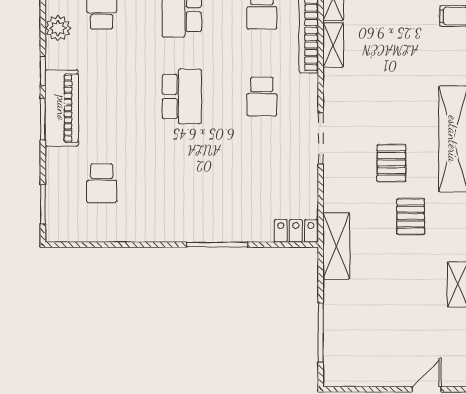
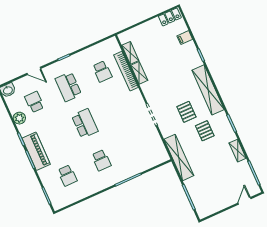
school desk: (262, 96) -> (101, 160), moved
locker: (296, 231) -> (159, 159), removed
shelving: (336, 246) -> (179, 157), width x1.47

